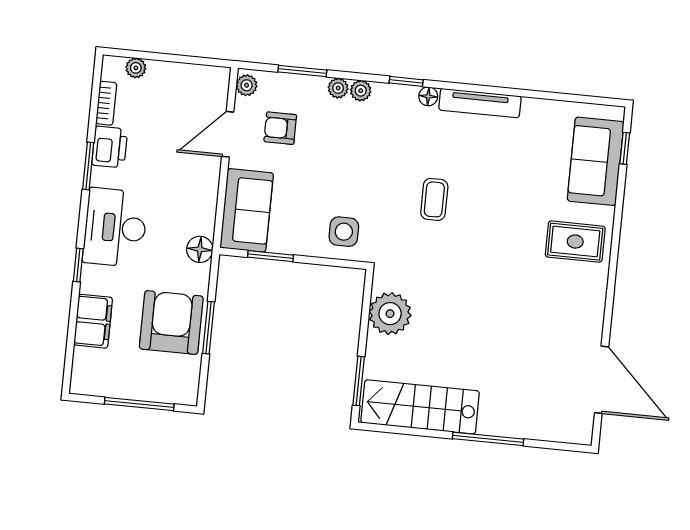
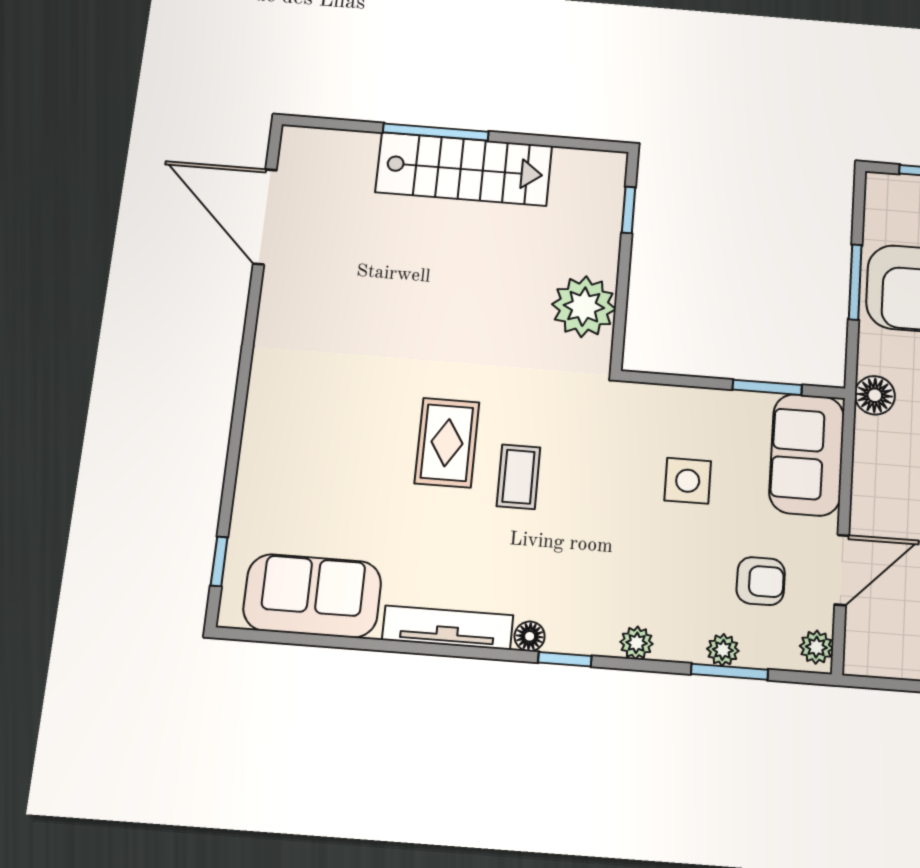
plant: (338, 88) -> (723, 650), moved
sofa: (596, 161) -> (312, 596), moved, turned -90
side table: (344, 232) -> (688, 481), moved
rug: (575, 242) -> (447, 443), moved, turned 90
window: (359, 381) -> (629, 210), width x0.67
stairs: (420, 407) -> (464, 169), moved

